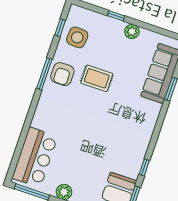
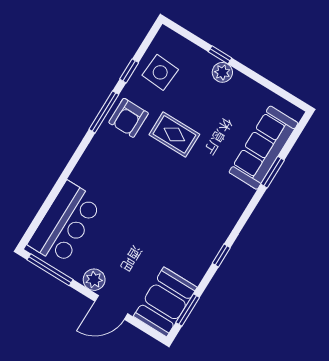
window: (60, 28) -> (129, 71), moved
plant: (132, 32) -> (222, 72), moved
window: (144, 167) -> (221, 255), moved

